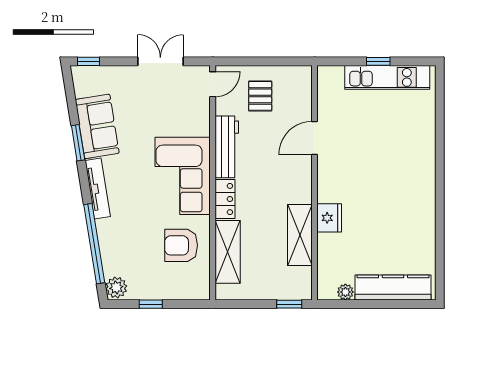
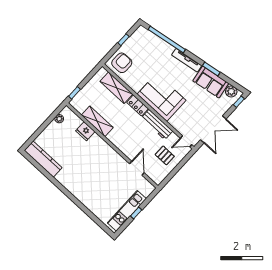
double door: (160, 61) -> (213, 129), width x1.37
door: (213, 84) -> (186, 141), hinge flipped
door: (314, 138) -> (137, 168), moved
fridge: (329, 218) -> (85, 131), moved
armchair: (181, 245) -> (122, 63), moved
plant: (116, 287) -> (231, 91), moved
kitchen counter: (393, 288) -> (43, 159), moved, turned -90

